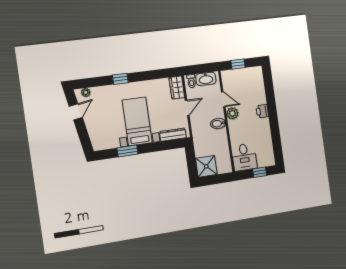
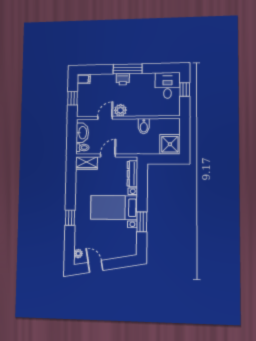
filing cabinet: (258, 73) -> (84, 79), added
door: (187, 108) -> (108, 156), hinge flipped
window: (273, 114) -> (128, 69), added
bidet: (218, 124) -> (144, 126), moved
desk: (244, 157) -> (168, 85), moved, turned -90

